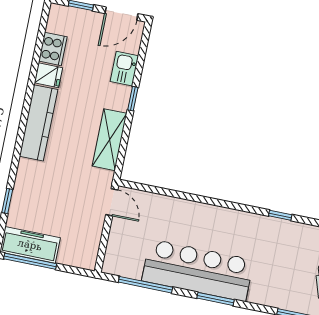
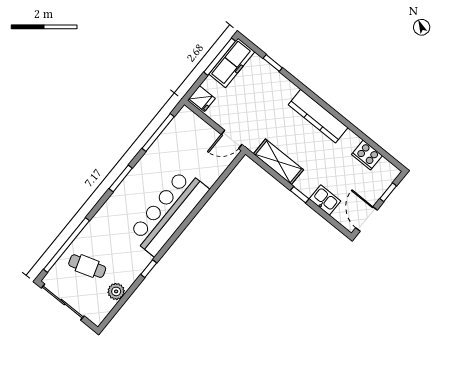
fridge: (48, 75) -> (202, 99), moved, turned -90
window: (280, 215) -> (149, 269), moved
bar counter: (198, 270) -> (168, 212), moved, turned 180

